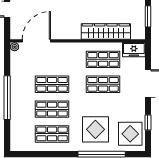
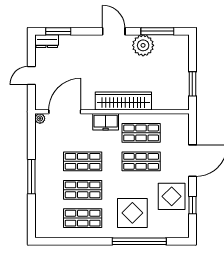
wardrobe: (106, 32) -> (123, 101), moved
freezer: (134, 50) -> (106, 122), moved
window: (7, 98) -> (31, 177), width x0.68
display table: (130, 134) -> (172, 196), moved

